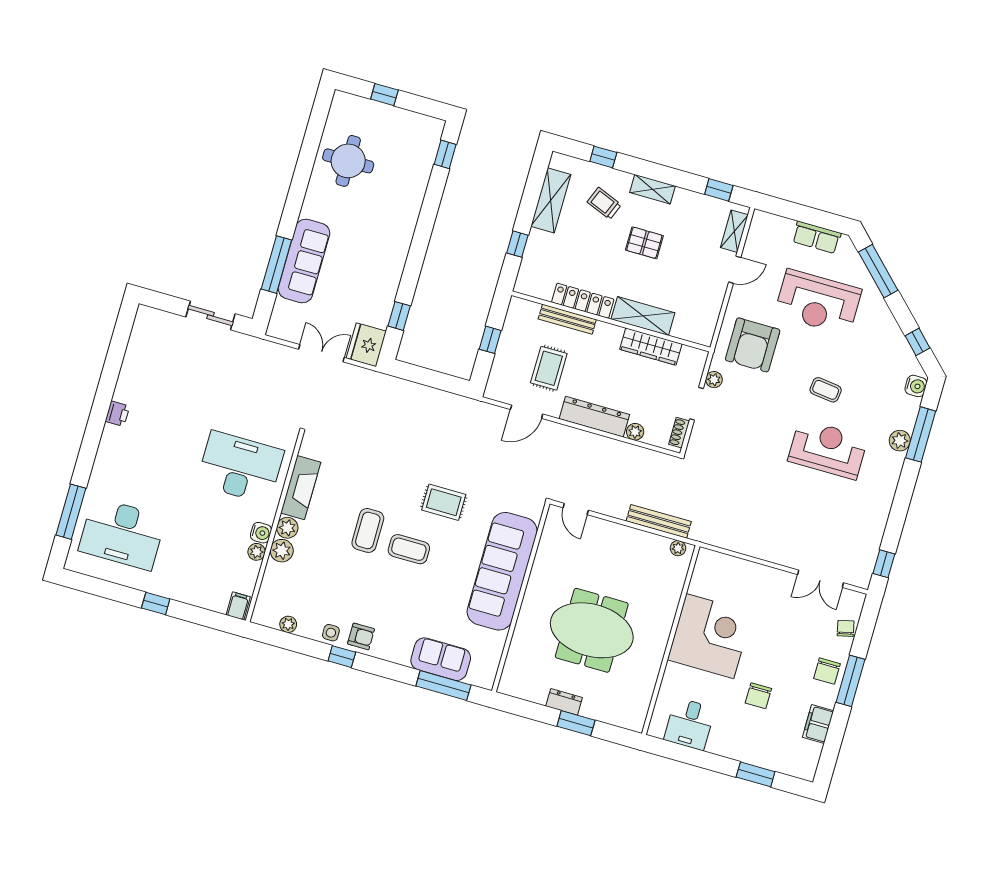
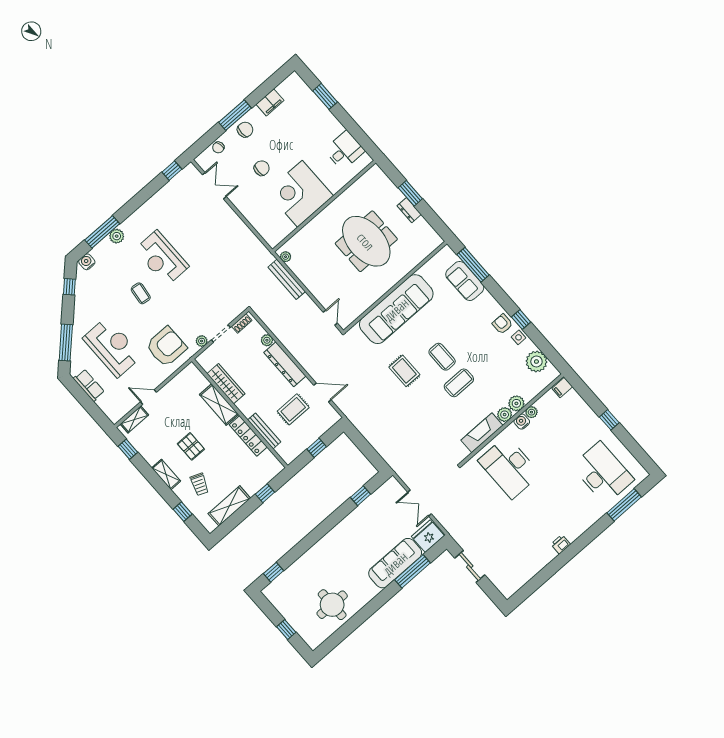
fridge: (366, 345) -> (428, 536), moved, turned 180
plant: (288, 624) -> (536, 362), width x1.88, depth x1.88
chair: (758, 696) -> (262, 168), moved

